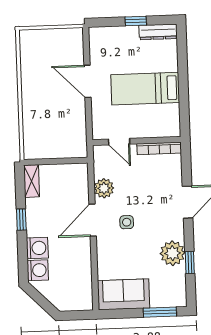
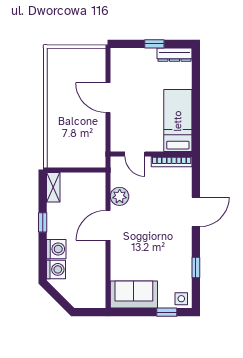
bed: (145, 89) -> (178, 121), moved, turned 90
side table: (127, 222) -> (181, 299), moved
plant: (172, 253) -> (180, 258), removed
window: (160, 312) -> (167, 312), width x0.67

